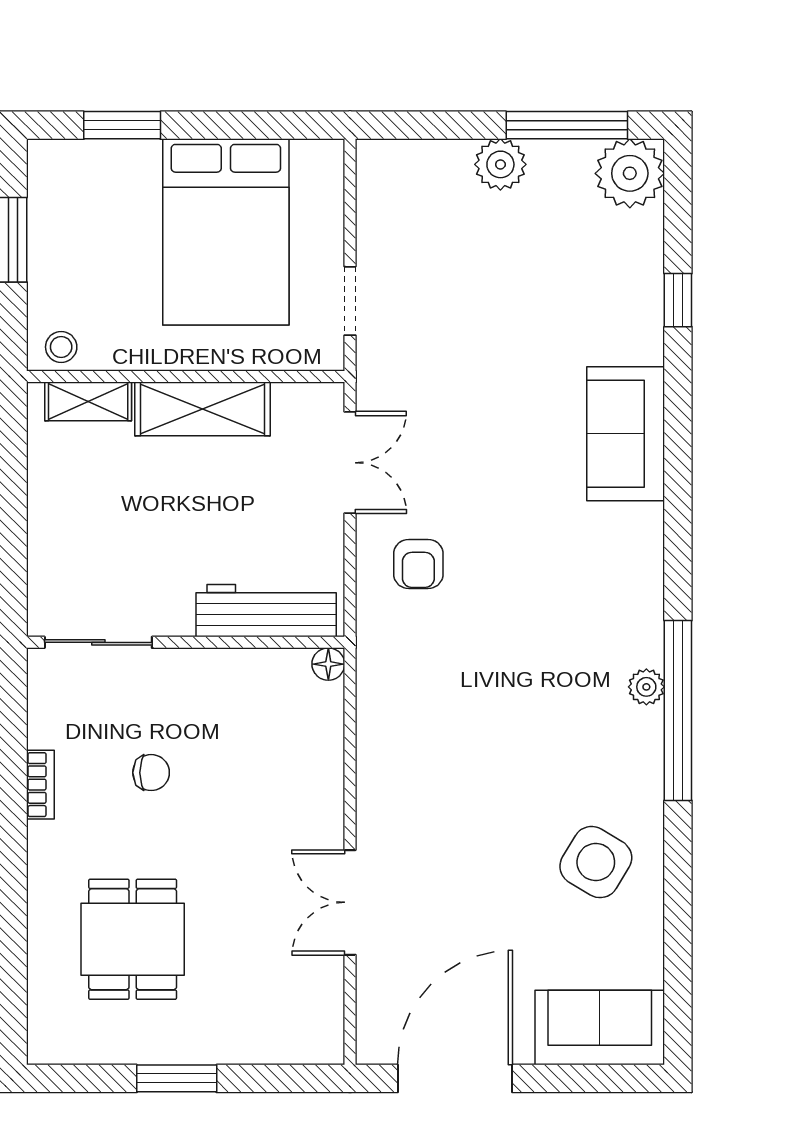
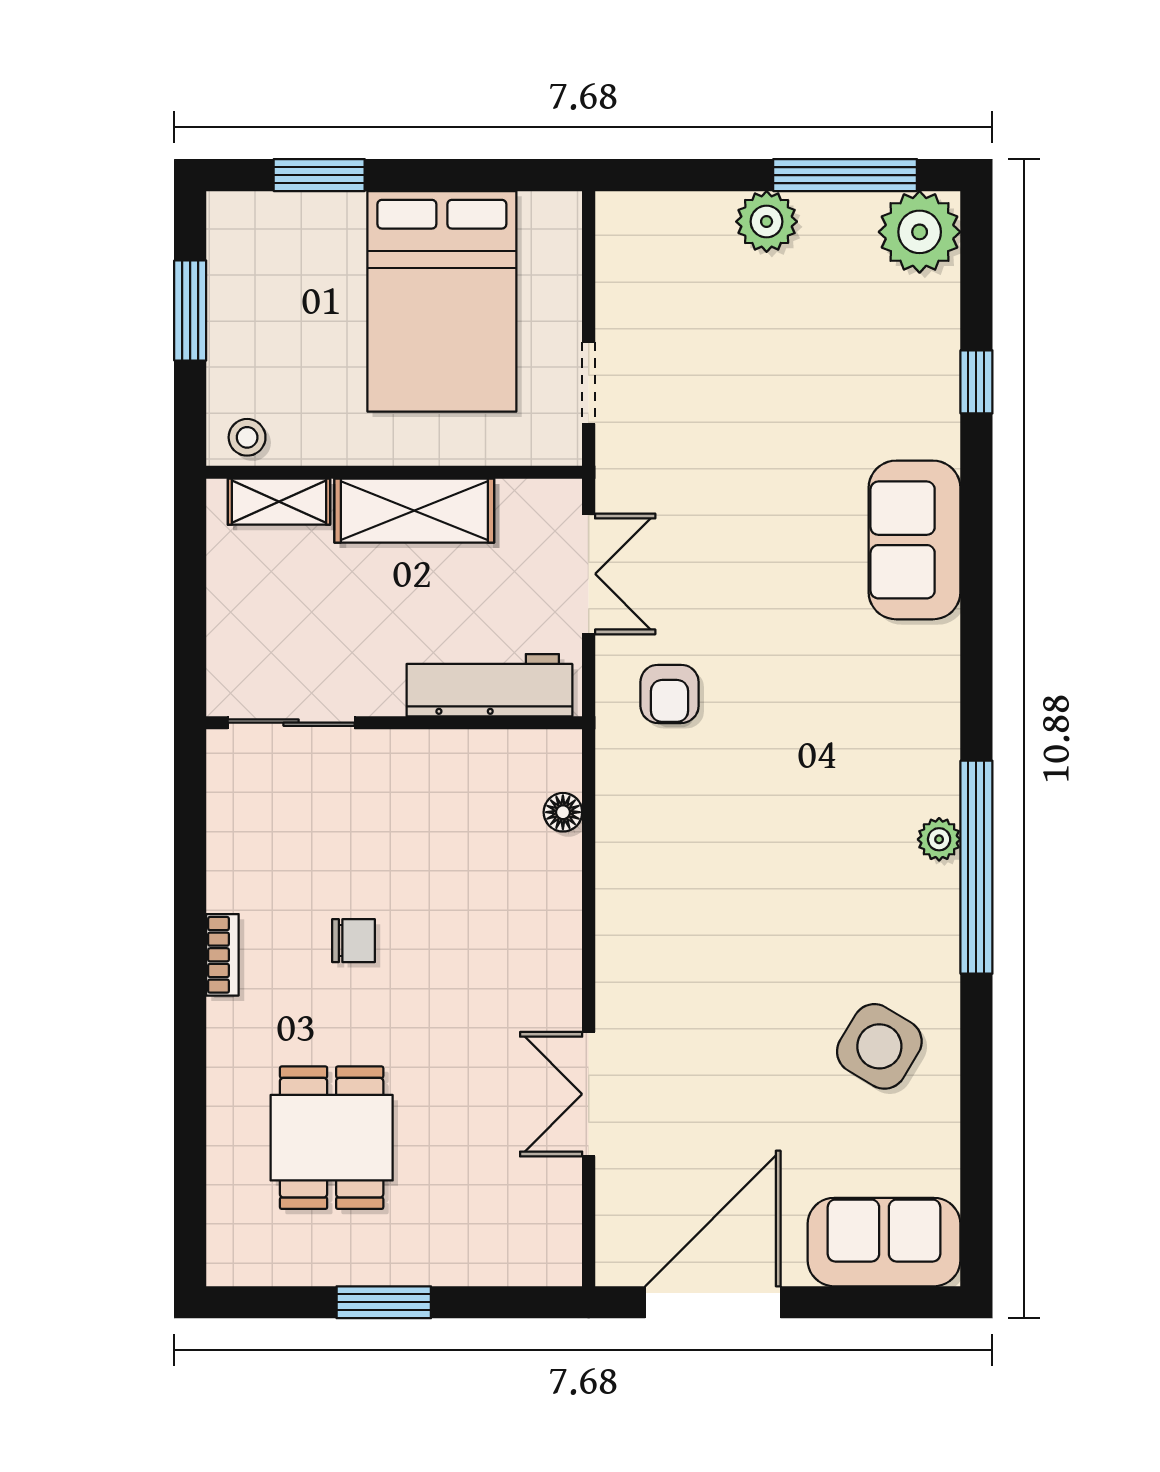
workbench: (266, 611) -> (489, 685), moved
sliding door: (98, 642) -> (291, 723), moved
wall: (186, 642) -> (394, 723), moved

